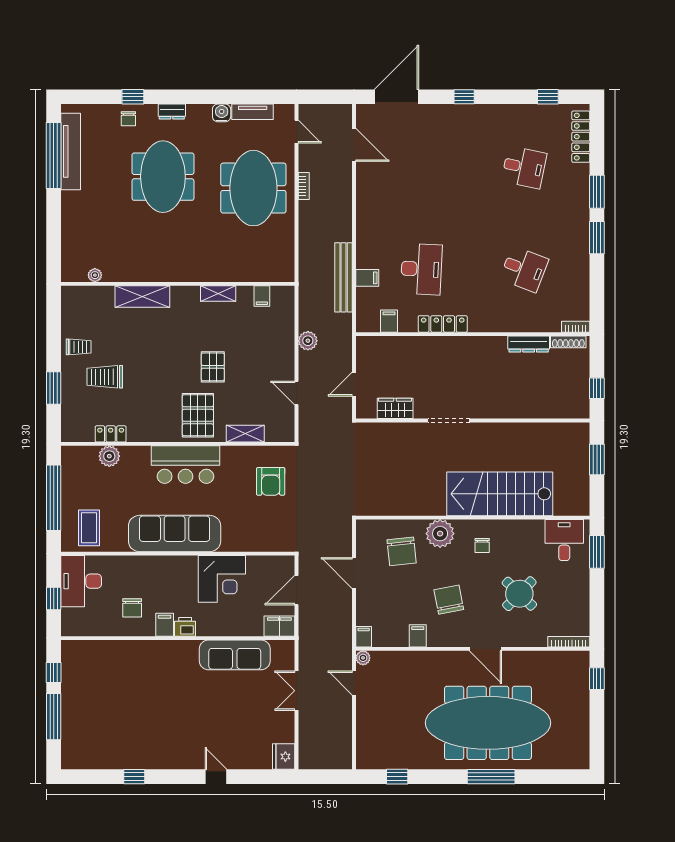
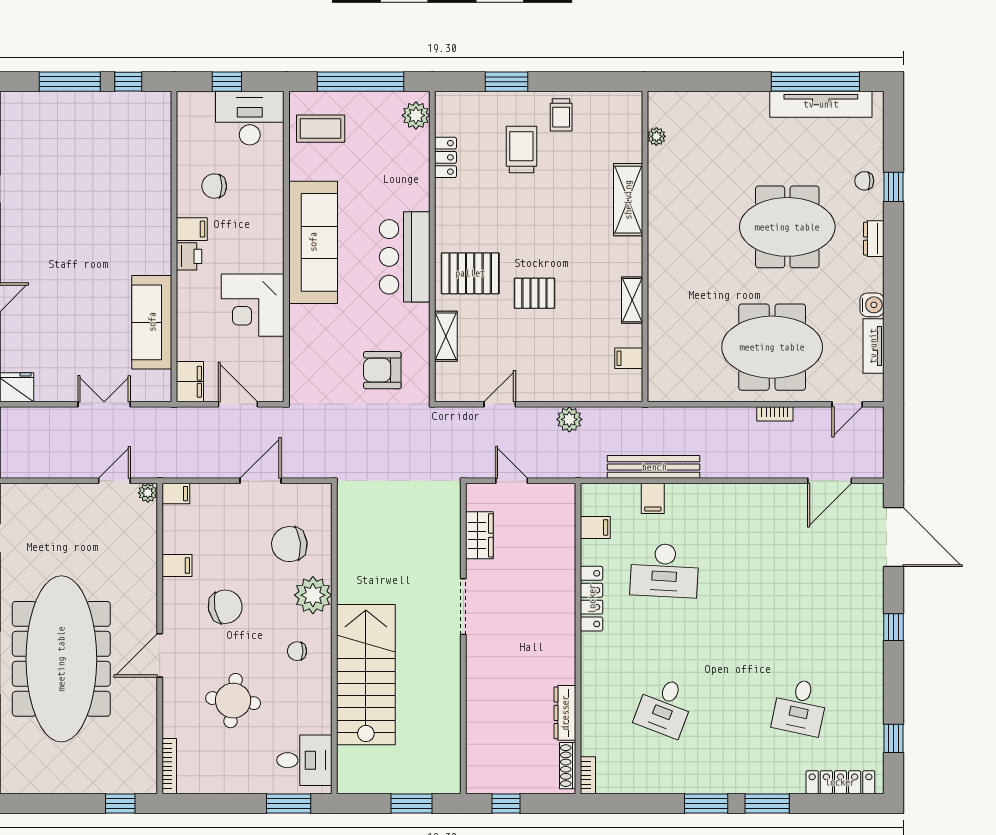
plant: (109, 456) -> (416, 115), moved
round table: (519, 594) -> (233, 701), turned -37

